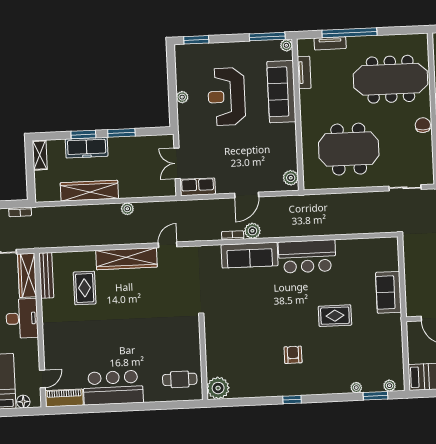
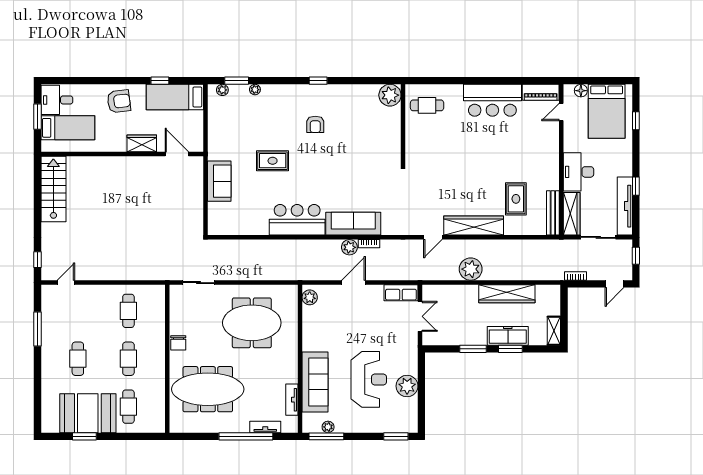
plant: (286, 45) -> (328, 427), moved
plant: (182, 97) -> (407, 386), width x1.87, depth x1.87
plant: (127, 209) -> (471, 269), width x1.88, depth x1.88

